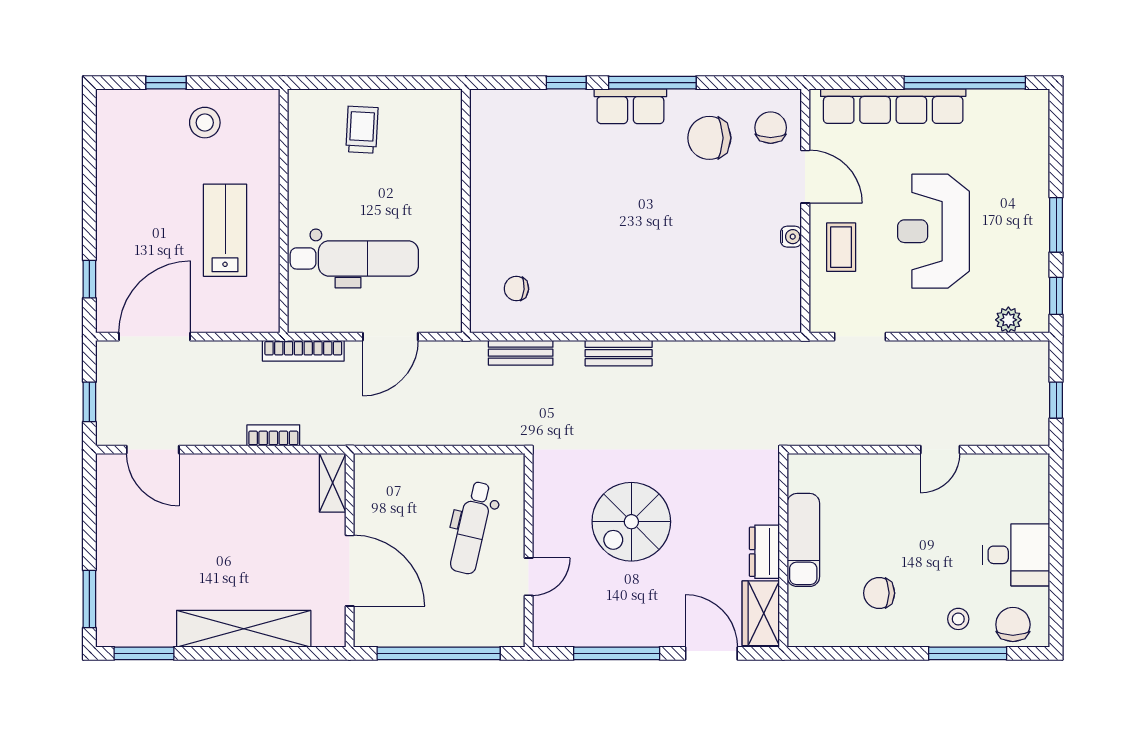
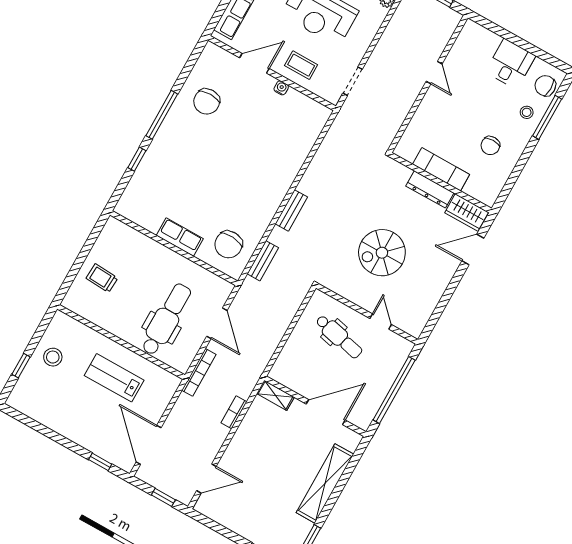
row of seats: (630, 106) -> (180, 237), moved, turned -90
chair: (771, 128) -> (219, 67), removed
chair: (516, 289) -> (228, 244), width x1.87, depth x1.87
spiral stairs: (631, 522) -> (382, 253), turned 90
dresser: (764, 552) -> (430, 189), width x1.44
window: (617, 653) -> (446, 298), removed

